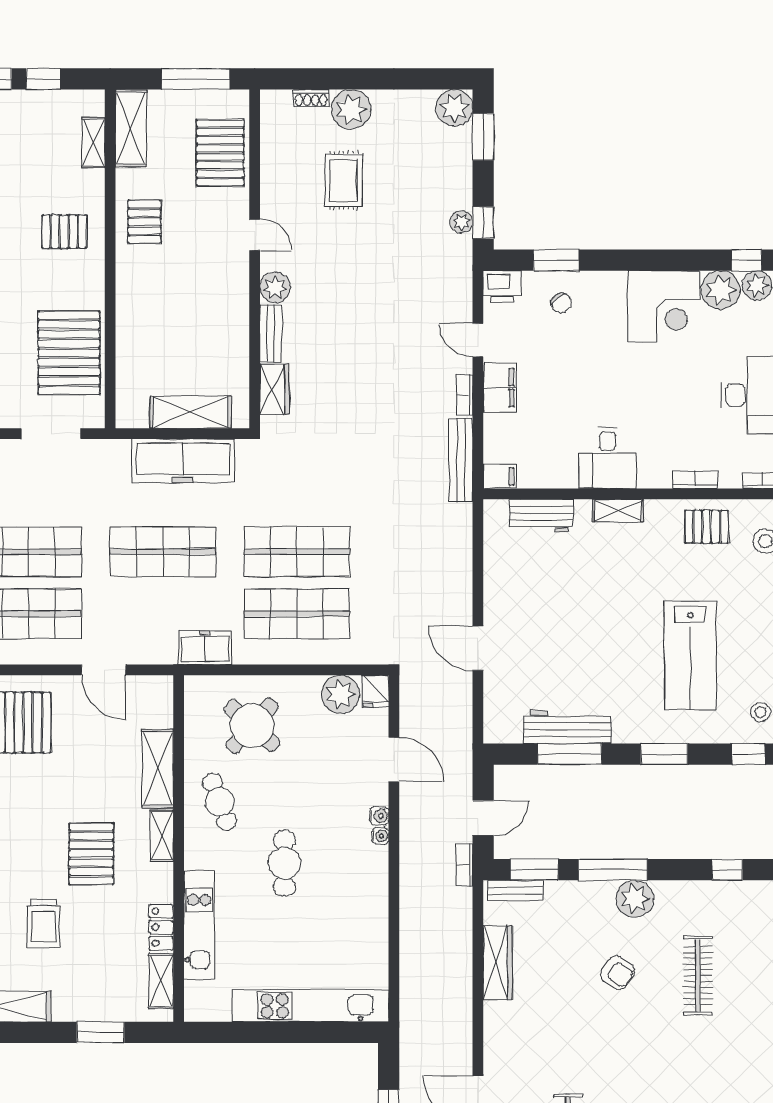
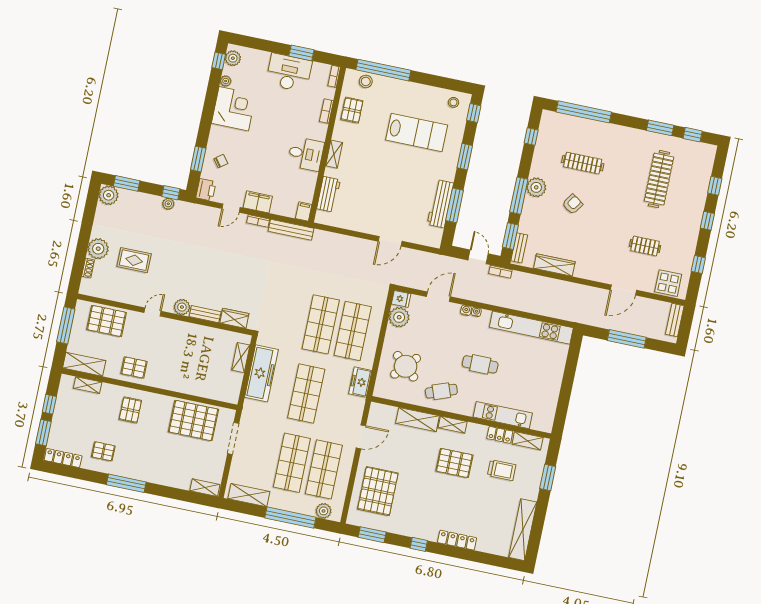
plant: (721, 290) -> (226, 81), width x0.53, depth x0.53
shelving: (191, 412) -> (241, 358), width x0.67, depth x0.75
trolley: (43, 924) -> (502, 470), moved
kitchen unit: (311, 1006) -> (531, 328), moved, turned -90

